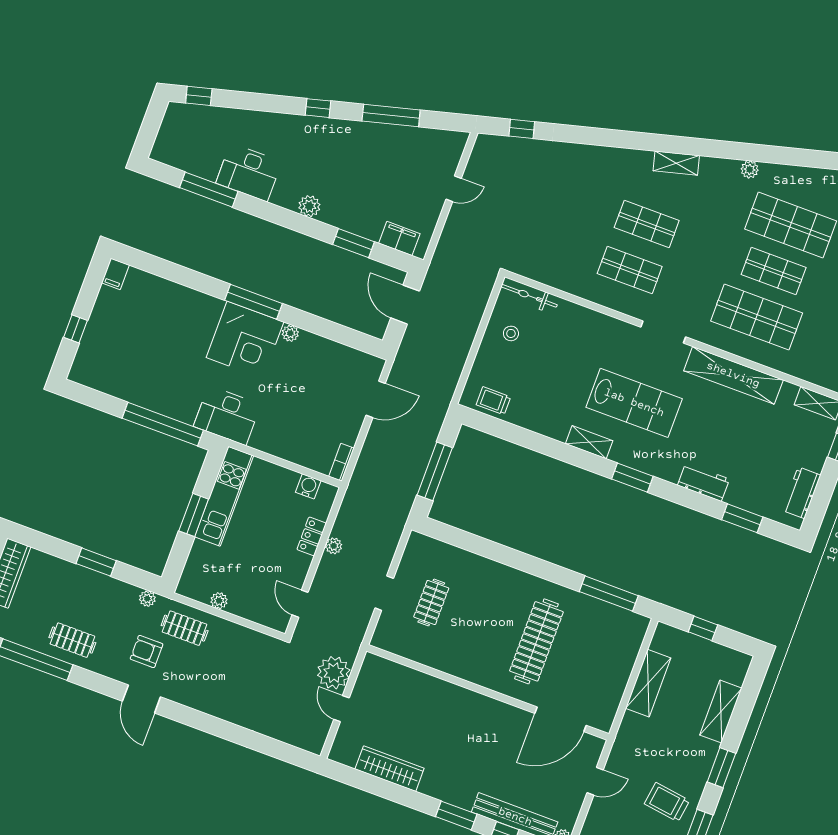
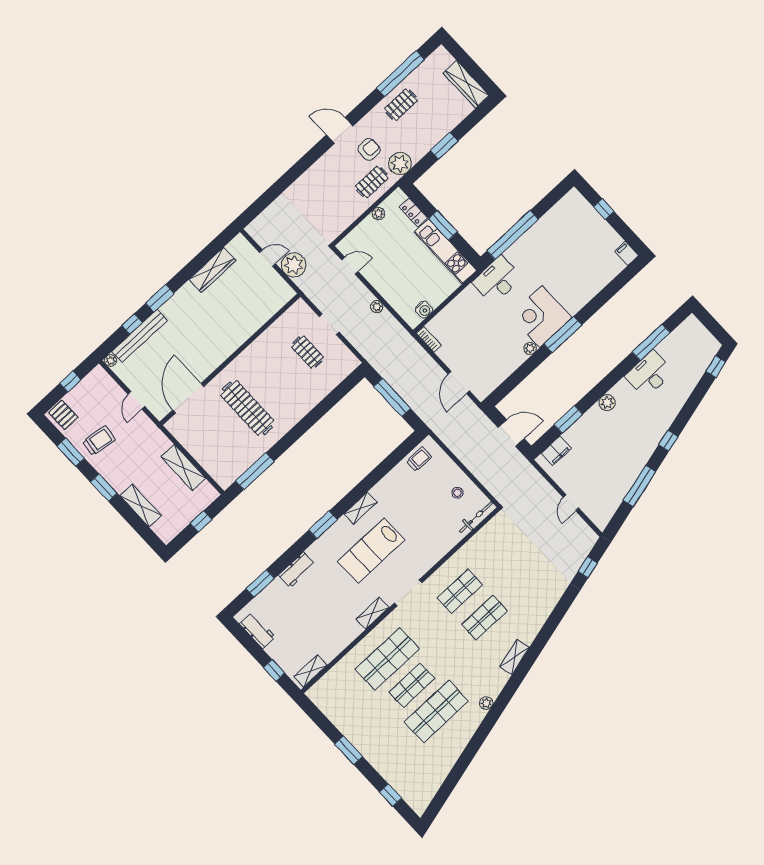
shelving: (733, 375) -> (372, 613), width x0.45, depth x0.75
locker: (312, 536) -> (413, 212), moved, turned 180
plant: (147, 599) -> (400, 164), width x1.88, depth x1.88

